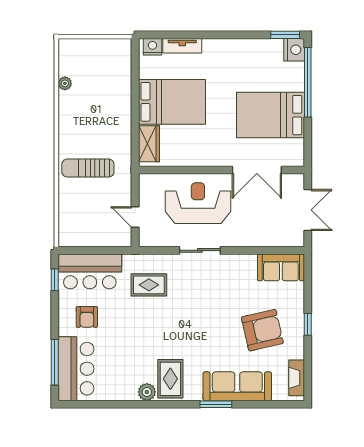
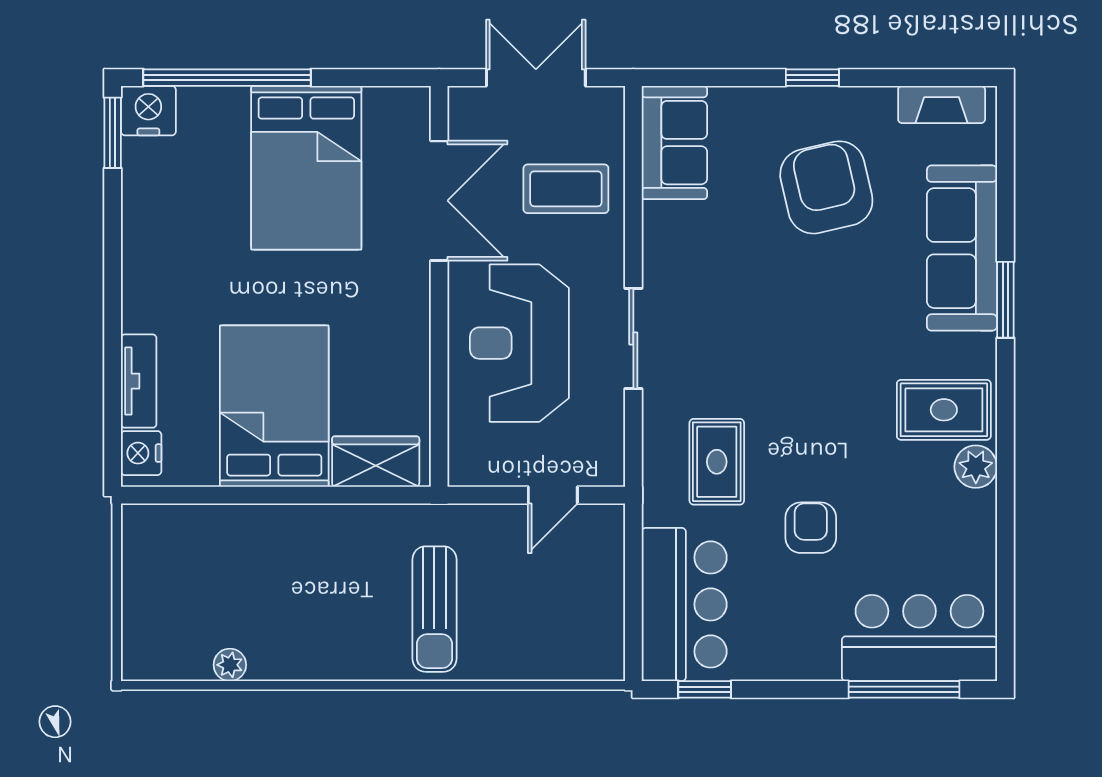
coffee table: (262, 222) -> (566, 189), added
armchair: (87, 317) -> (811, 528), moved, turned -90

